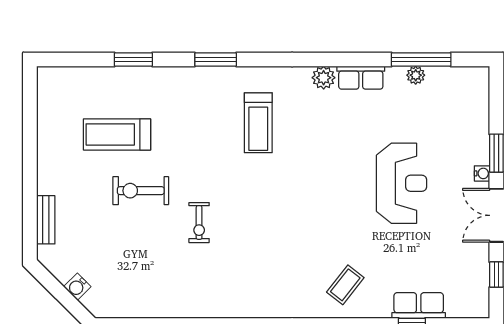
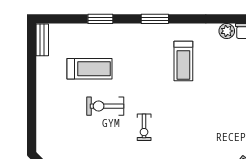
treadmill: (117, 134) -> (89, 69), turned 180
bench: (46, 220) -> (42, 40), moved

